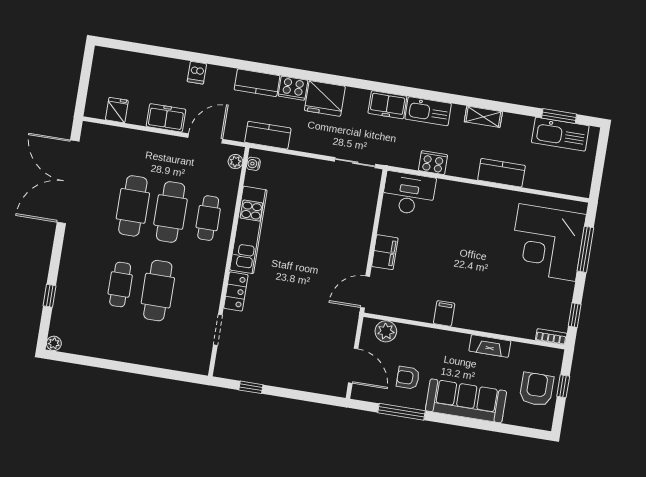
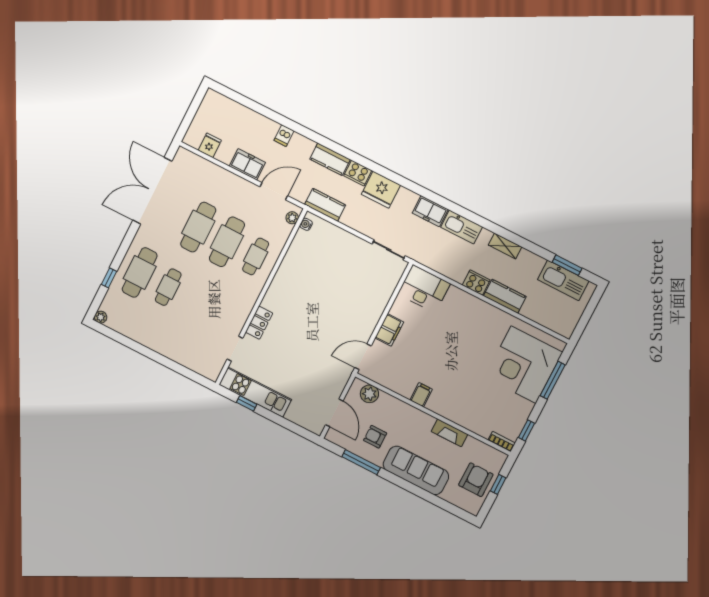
cooker: (433, 163) -> (476, 283), moved
kitchen unit: (248, 230) -> (255, 392), moved, turned -90
cafe table: (158, 291) -> (140, 272), moved

